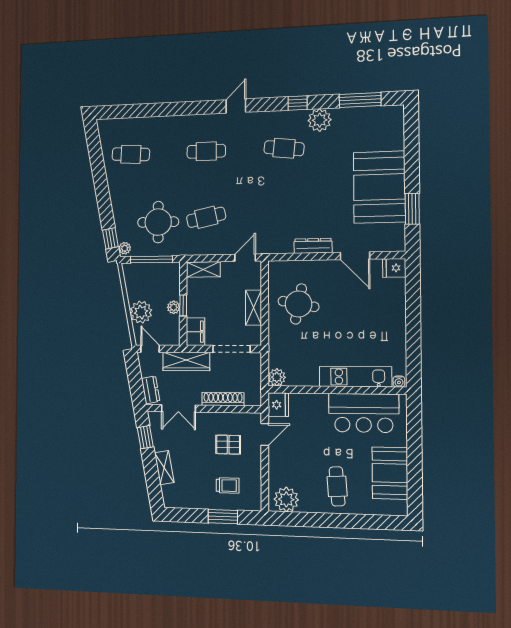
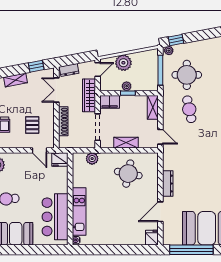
window: (412, 209) -> (191, 250), width x2.11
plant: (277, 377) -> (92, 159), moved

